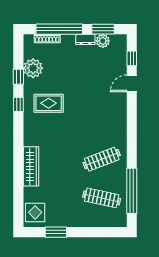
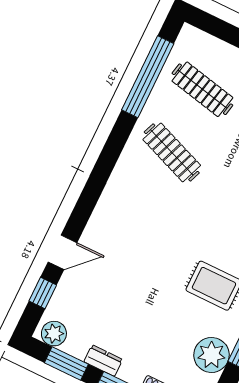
plant: (103, 41) -> (54, 334), moved
clothes rail: (102, 159) -> (172, 152), turned 42

